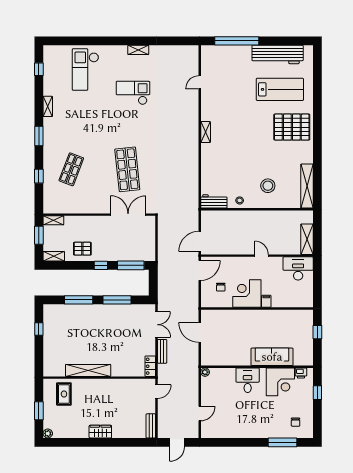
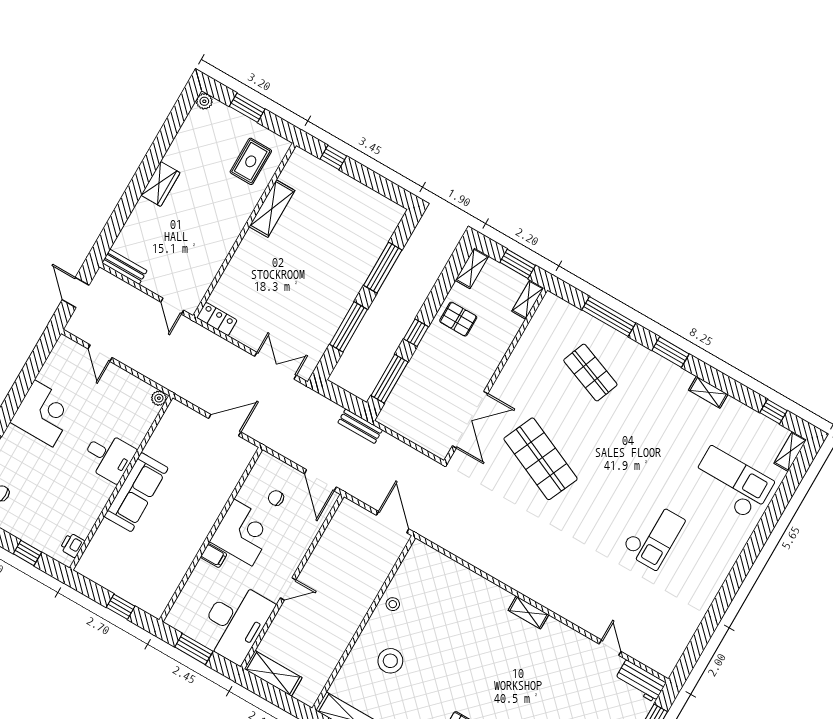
shelving: (138, 50) -> (790, 451), moved
shop shelf: (127, 169) -> (541, 459), turned 30
window: (39, 176) -> (609, 317), width x2.17
workbench: (214, 201) -> (640, 681), moved, turned 90
door: (200, 241) -> (393, 522), moved
pallet: (82, 249) -> (458, 319), turned 90
desk: (298, 268) -> (235, 622), width x1.36, depth x1.30
window: (317, 285) -> (194, 649), added
double door: (157, 325) -> (275, 366), swing flipped
window: (39, 329) -> (333, 157), moved
bench: (162, 351) -> (360, 426), moved
sofa: (272, 357) -> (136, 492), moved
shelving: (88, 370) -> (272, 209), width x0.68
corner desk: (280, 382) -> (44, 413), moved, turned 180
rug: (64, 394) -> (251, 161), turned 90

